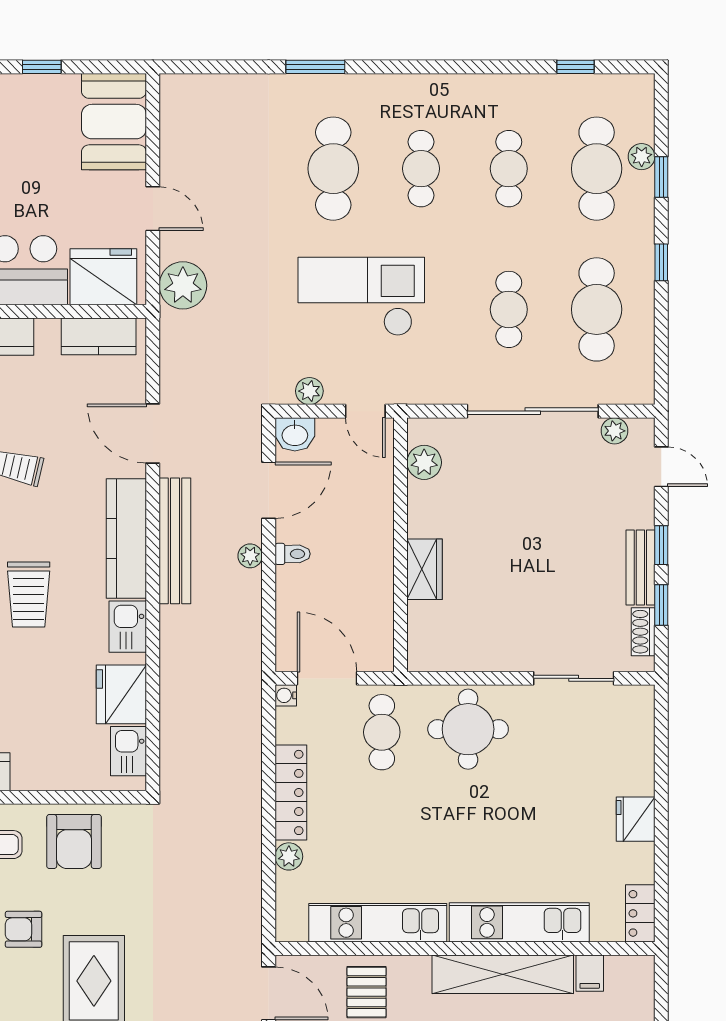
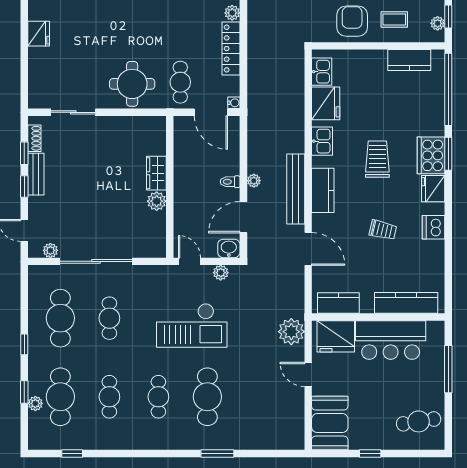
plant: (424, 462) -> (157, 201), moved
kitchen counter: (126, 538) -> (323, 190), width x0.67

